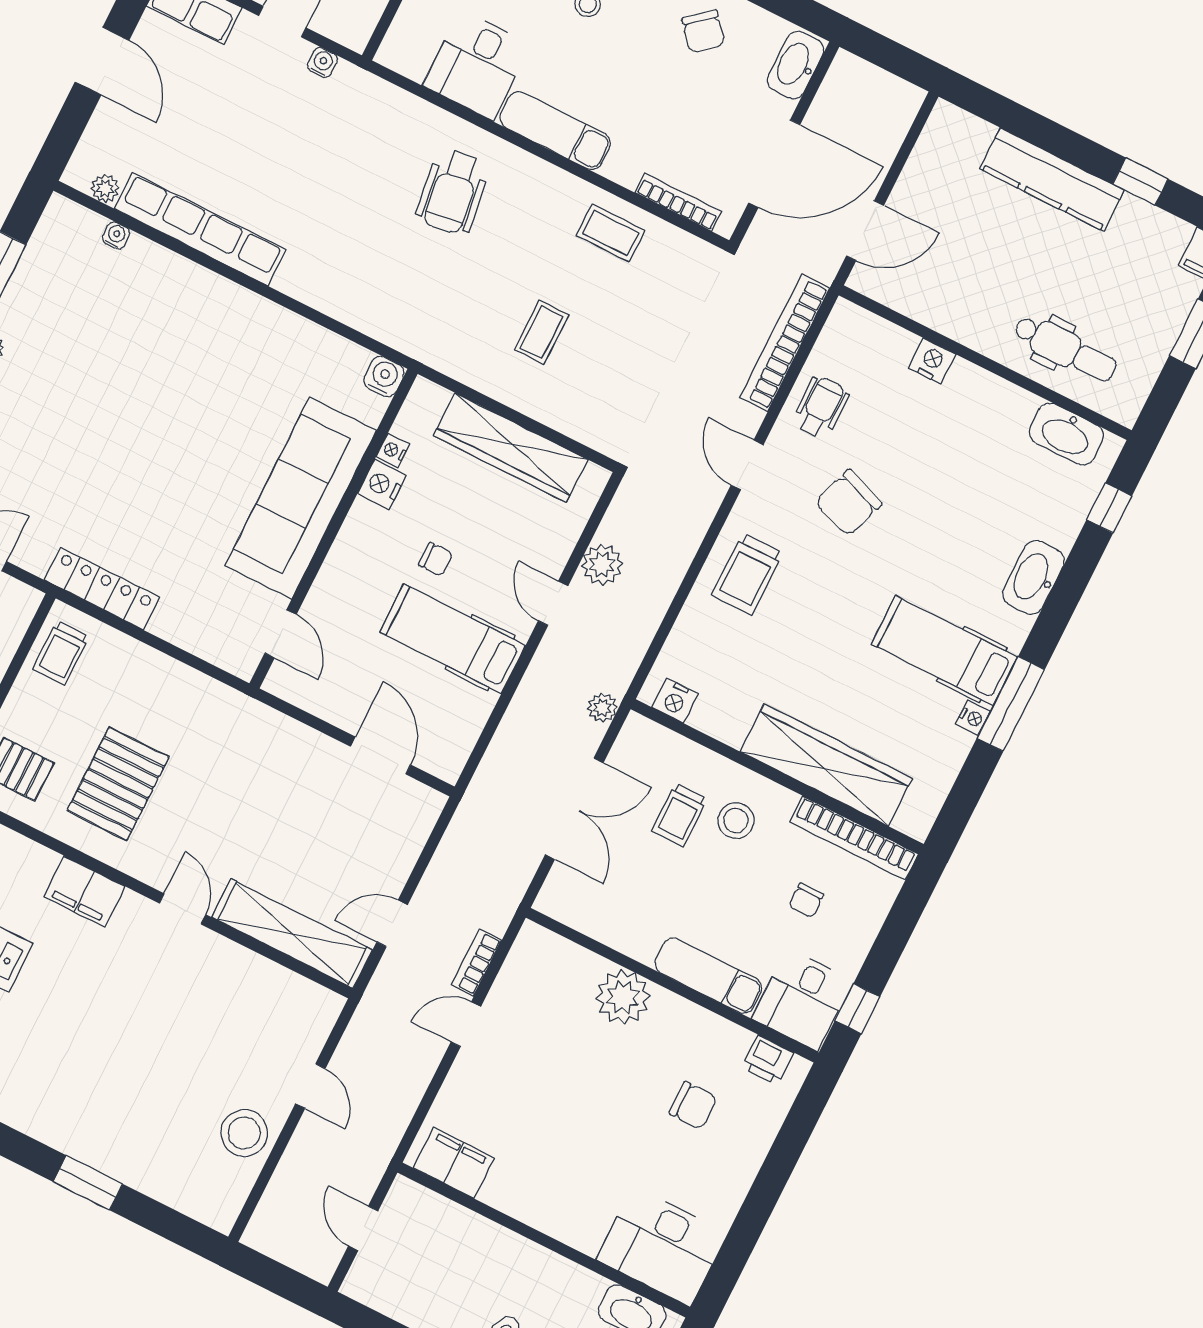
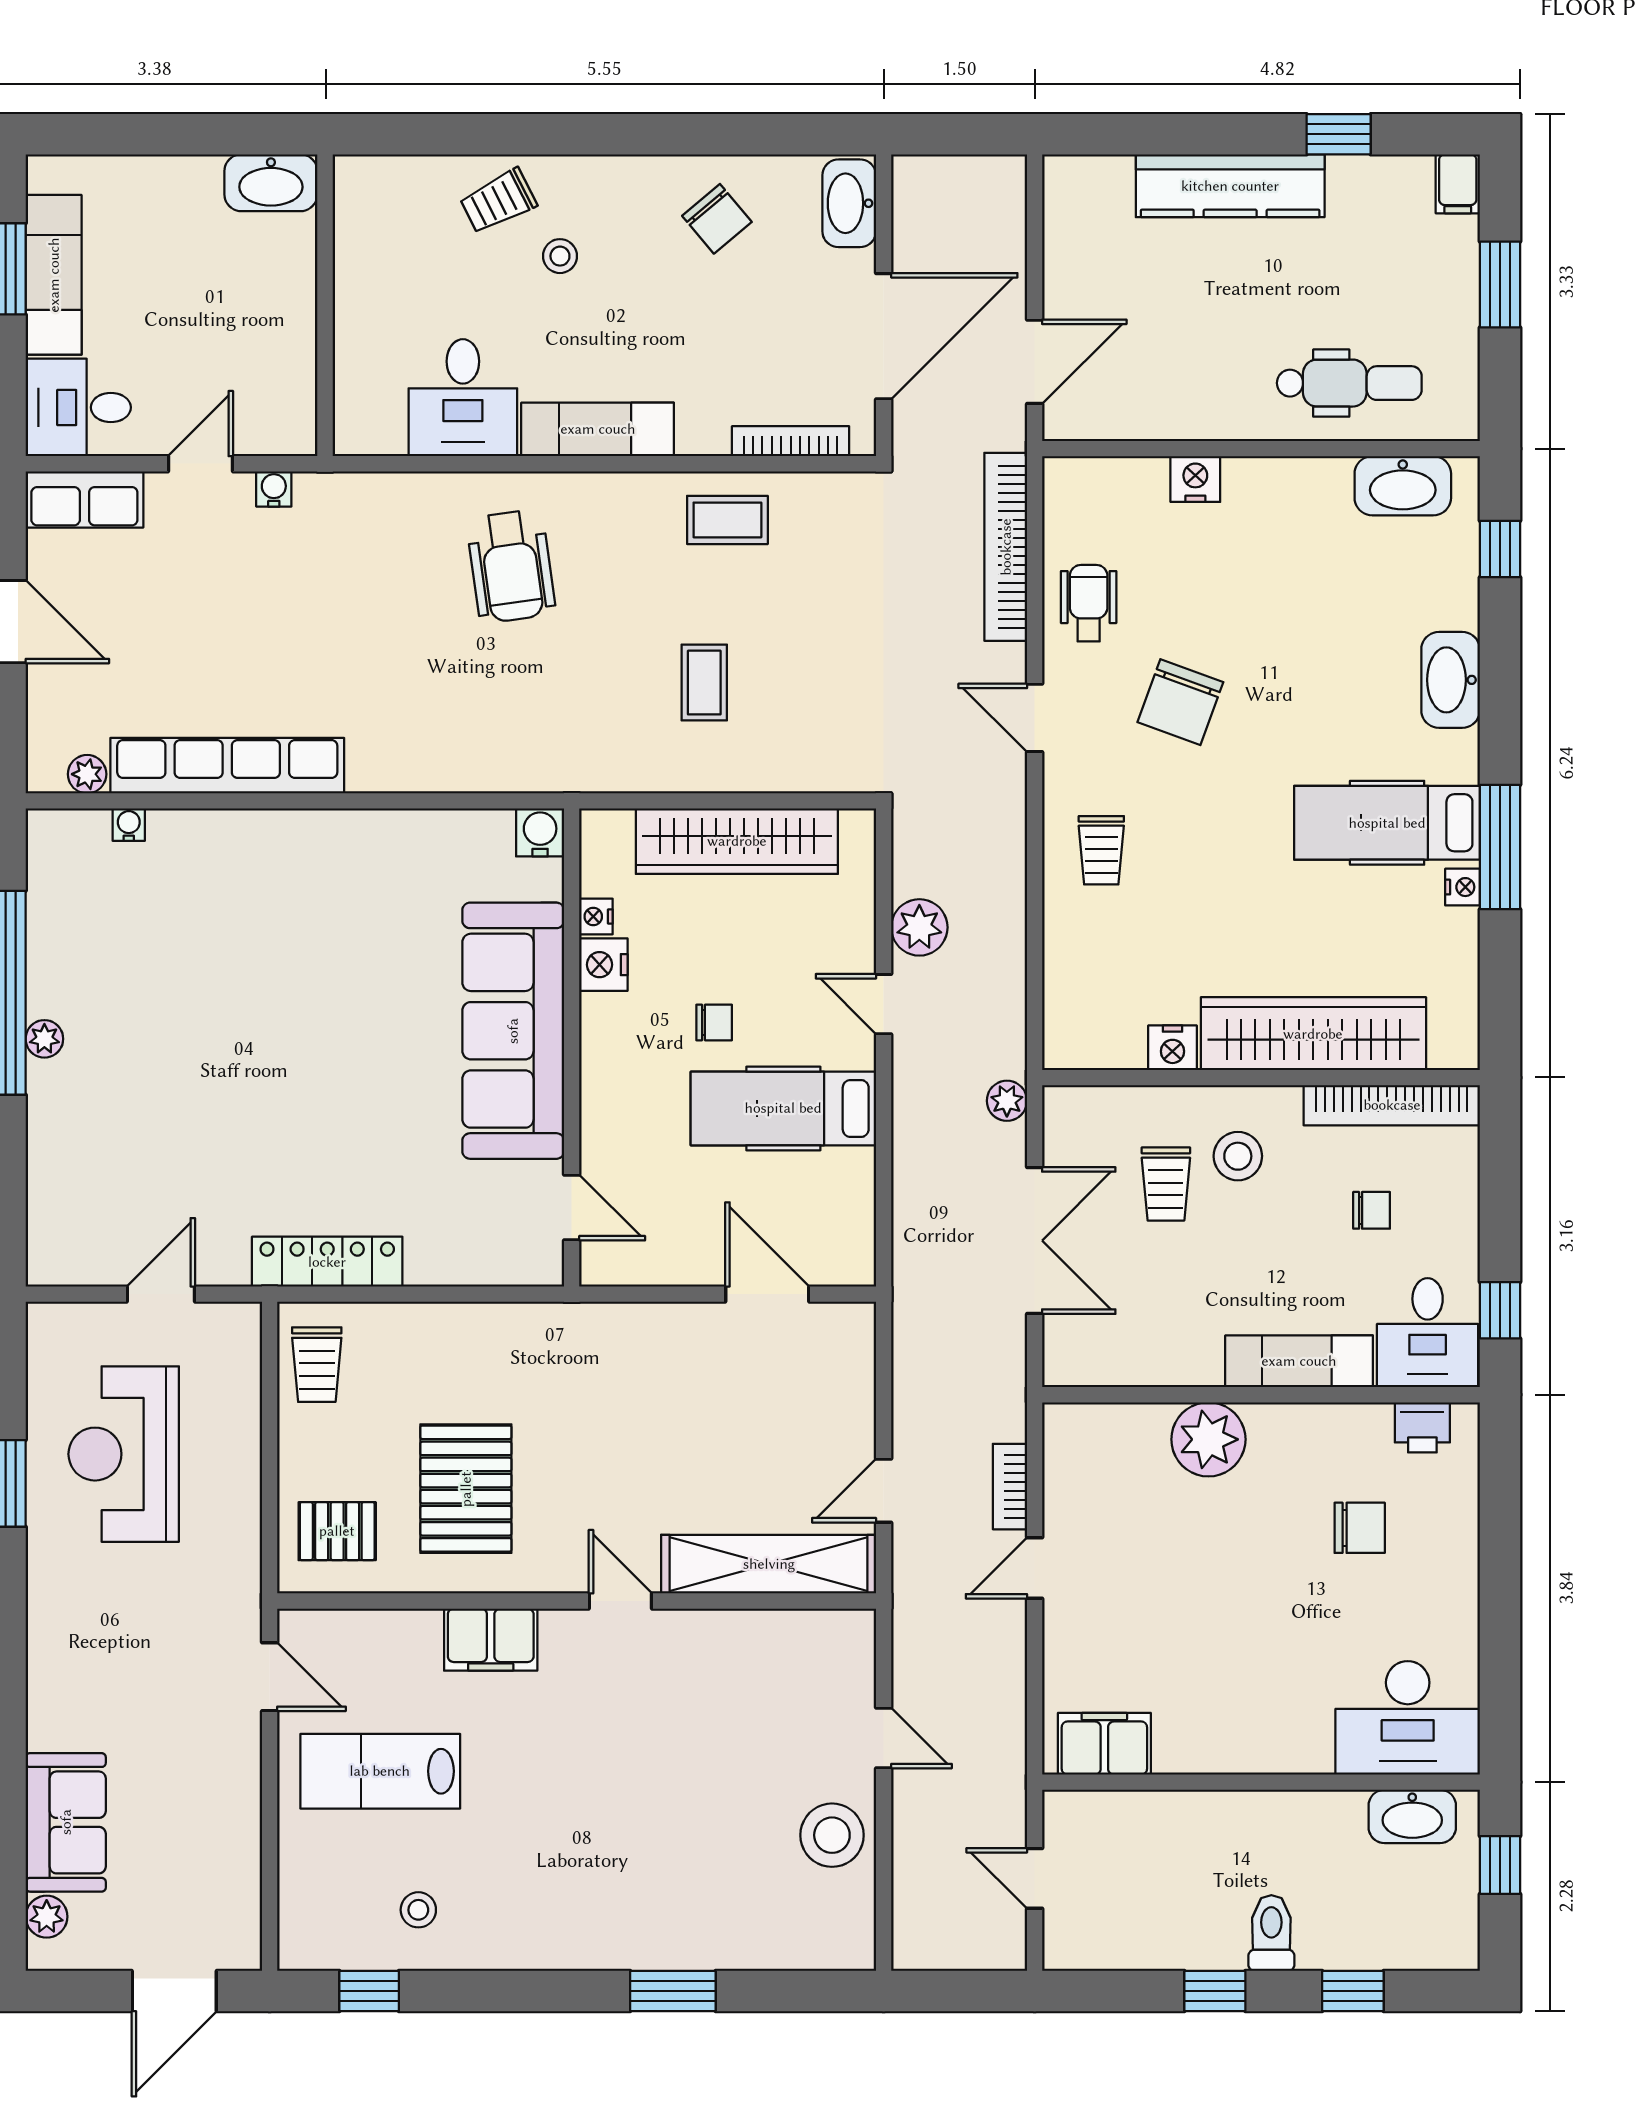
trolley: (747, 574) -> (1101, 850), width x0.73, depth x0.72
nightstand: (675, 701) -> (1172, 1048), moved
chair: (806, 900) -> (1372, 1210), turned -90

